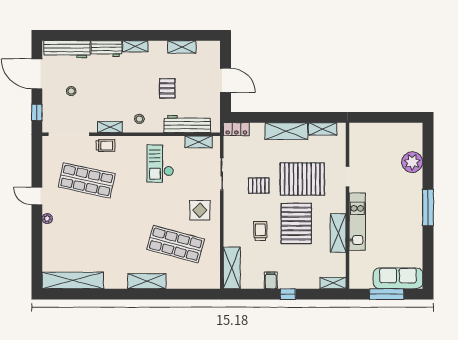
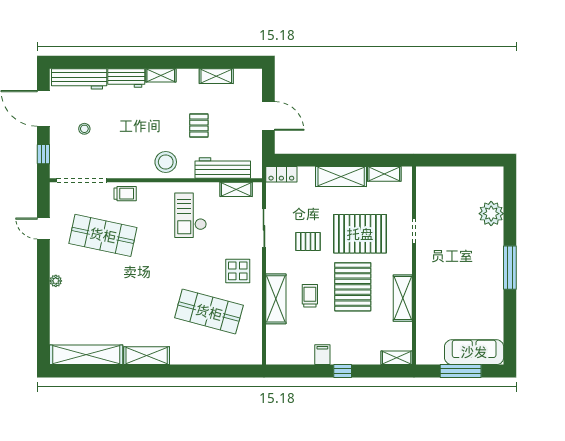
stool: (139, 119) -> (166, 162), width x1.89, depth x1.89
shelving: (110, 127) -> (130, 172), removed
door: (37, 196) -> (43, 228), moved
kitchen unit: (357, 222) -> (426, 285), removed
shelving: (232, 268) -> (276, 299), moved
shelving: (147, 281) -> (147, 356), moved

